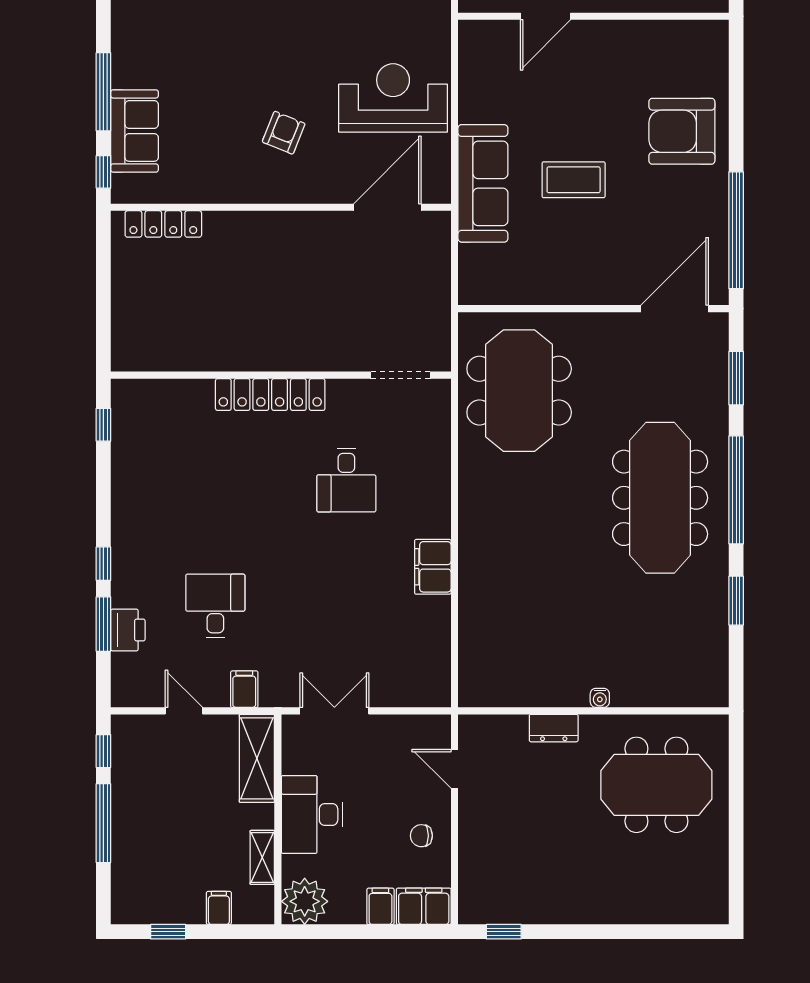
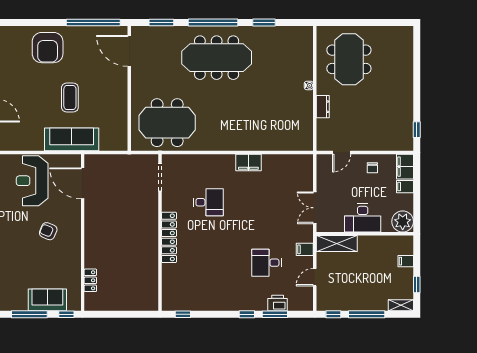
locker: (163, 224) -> (90, 280), width x0.66
shelving: (262, 857) -> (401, 305), moved

